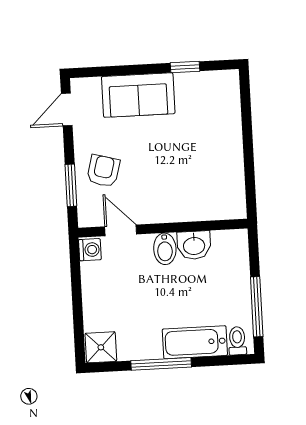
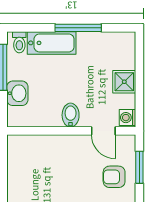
armchair: (103, 171) -> (114, 177), turned 75
washbasin: (194, 245) -> (17, 93), moved, turned 90
shower: (101, 347) -> (124, 82), moved

